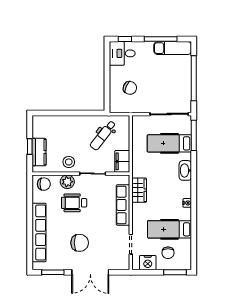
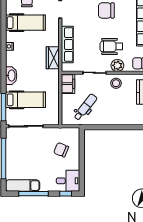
wheelchair: (74, 203) -> (111, 46), turned 180

